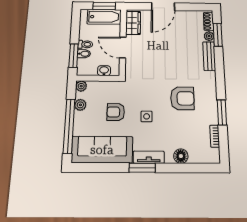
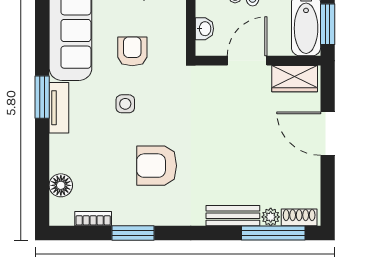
window: (218, 35) -> (273, 233), width x1.44
armchair: (182, 98) -> (157, 166), turned 90
floor lamp: (181, 156) -> (61, 185), moved

